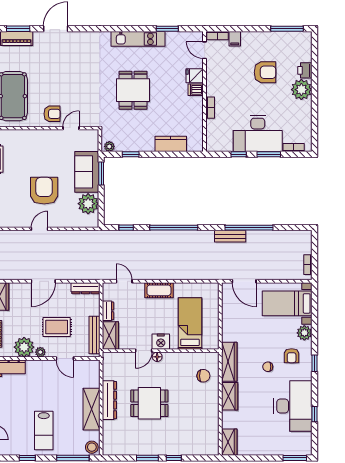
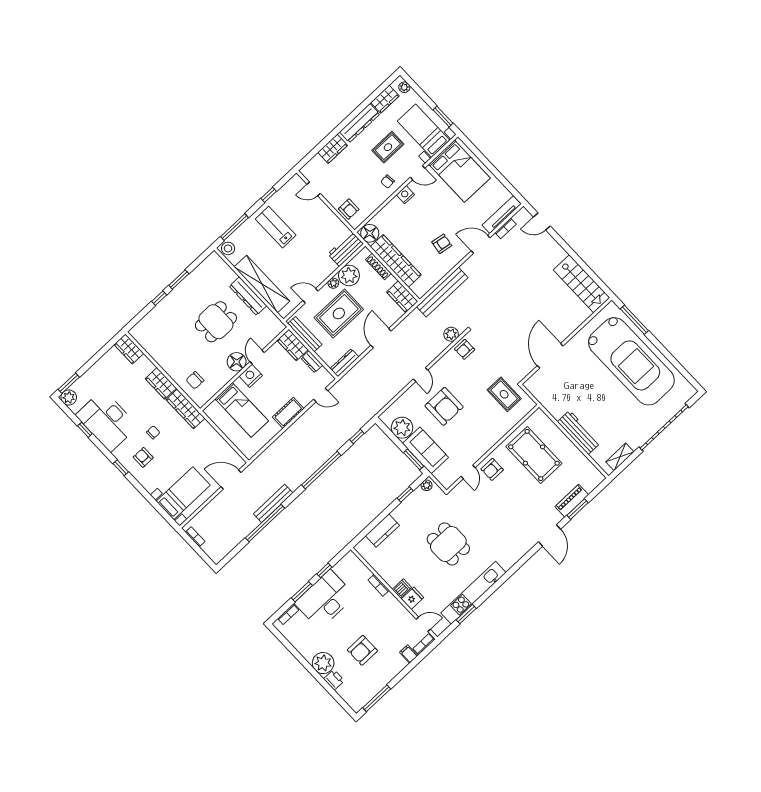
kitchen unit: (138, 39) -> (473, 593), width x1.36
bench: (230, 236) -> (273, 503), width x1.36
rug: (57, 327) -> (339, 313), width x1.36, depth x1.43
plant: (304, 333) -> (69, 397), moved
floor lamp: (157, 357) -> (237, 362), width x1.89, depth x1.89
shelving: (91, 409) -> (262, 284), width x1.47

